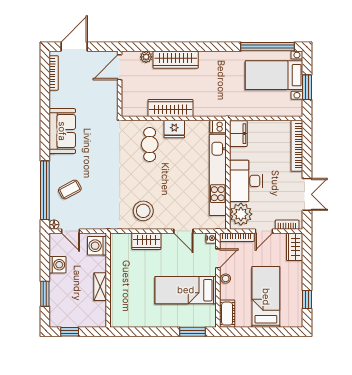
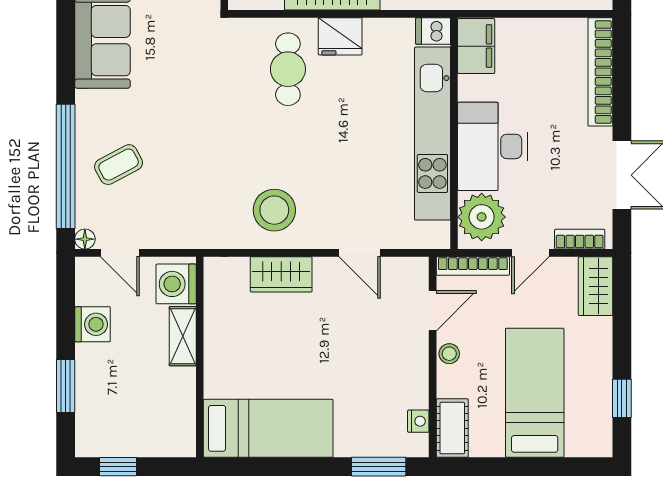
nightstand: (211, 238) -> (418, 421), moved
shelving: (100, 287) -> (183, 336), moved
bed: (186, 290) -> (268, 428), moved, turned 180

